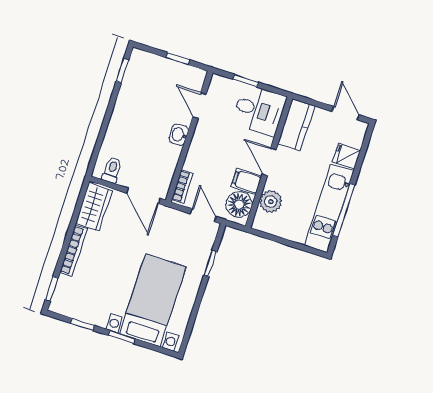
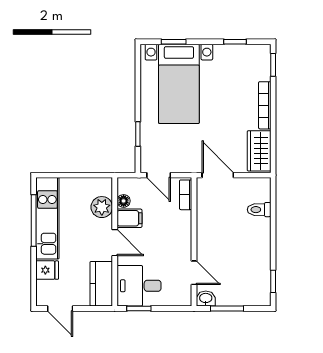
window: (178, 59) -> (227, 308), width x1.50
window: (246, 81) -> (139, 308), moved
washbasin: (179, 135) -> (206, 298), moved, turned -90
toilet: (112, 170) -> (259, 210), moved, turned 90
floor lamp: (239, 205) -> (124, 201), width x0.53, depth x0.53
window: (122, 337) -> (174, 42), moved

